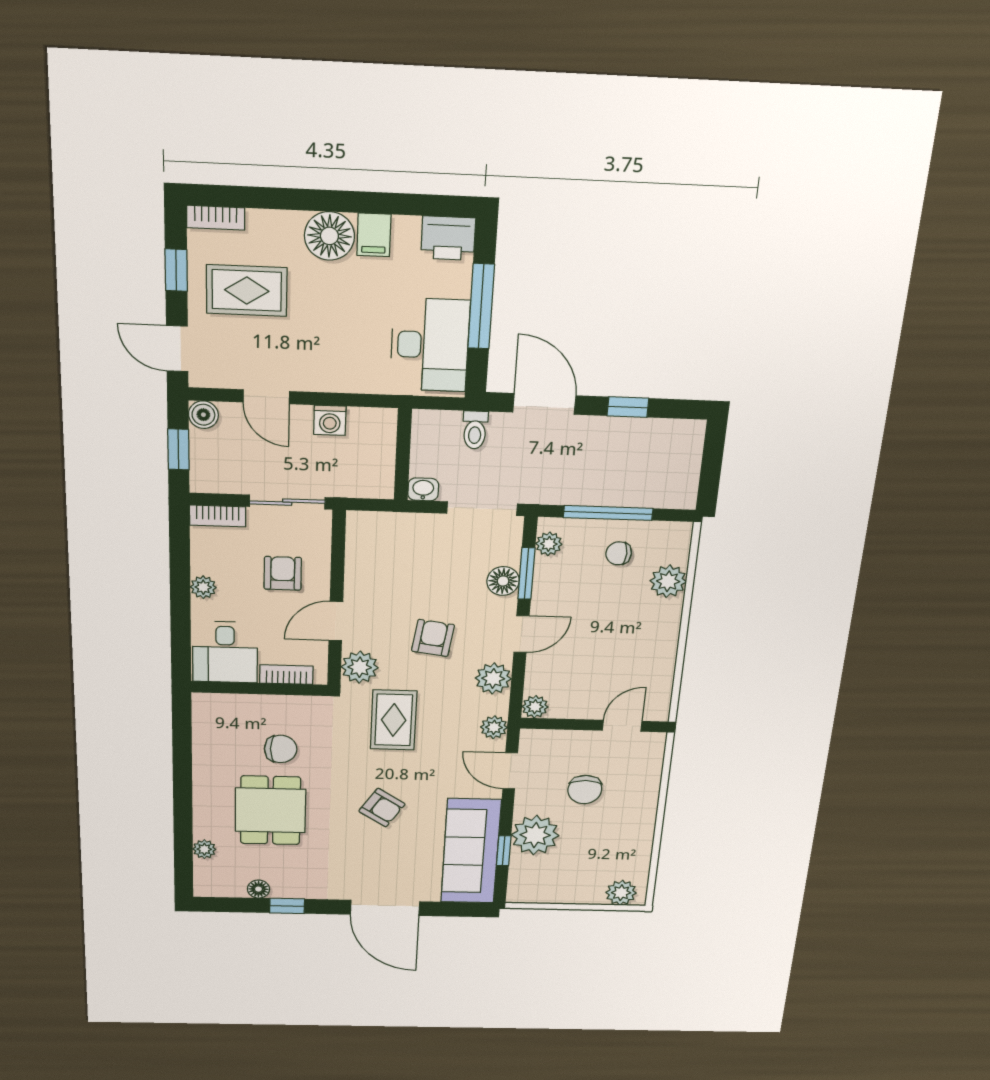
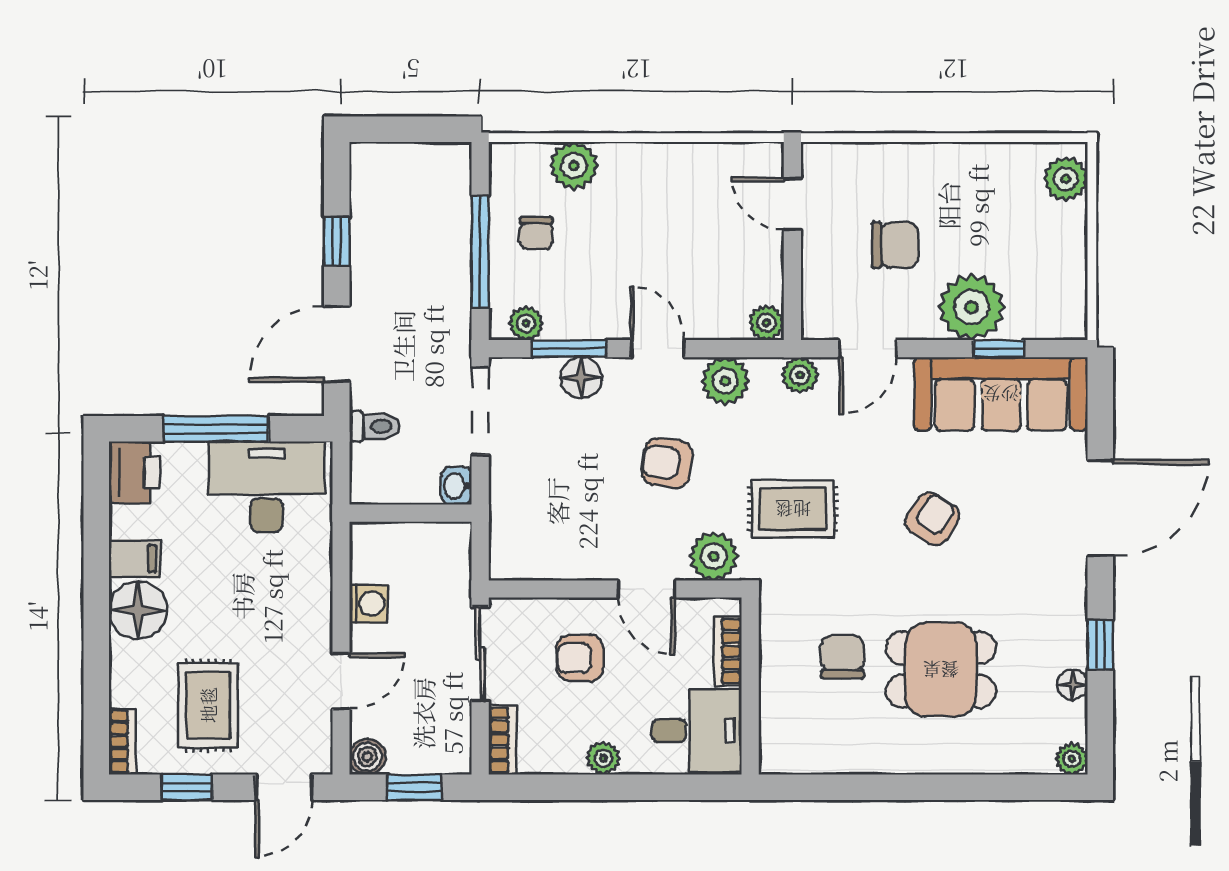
plant: (204, 849) -> (1072, 759), moved

